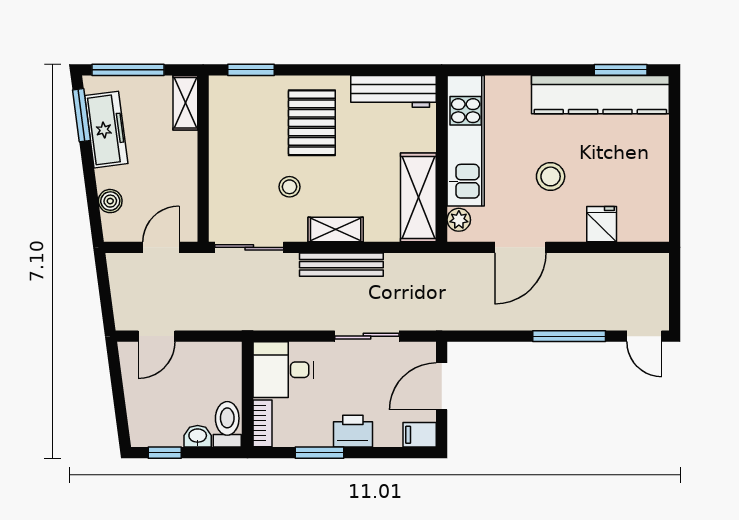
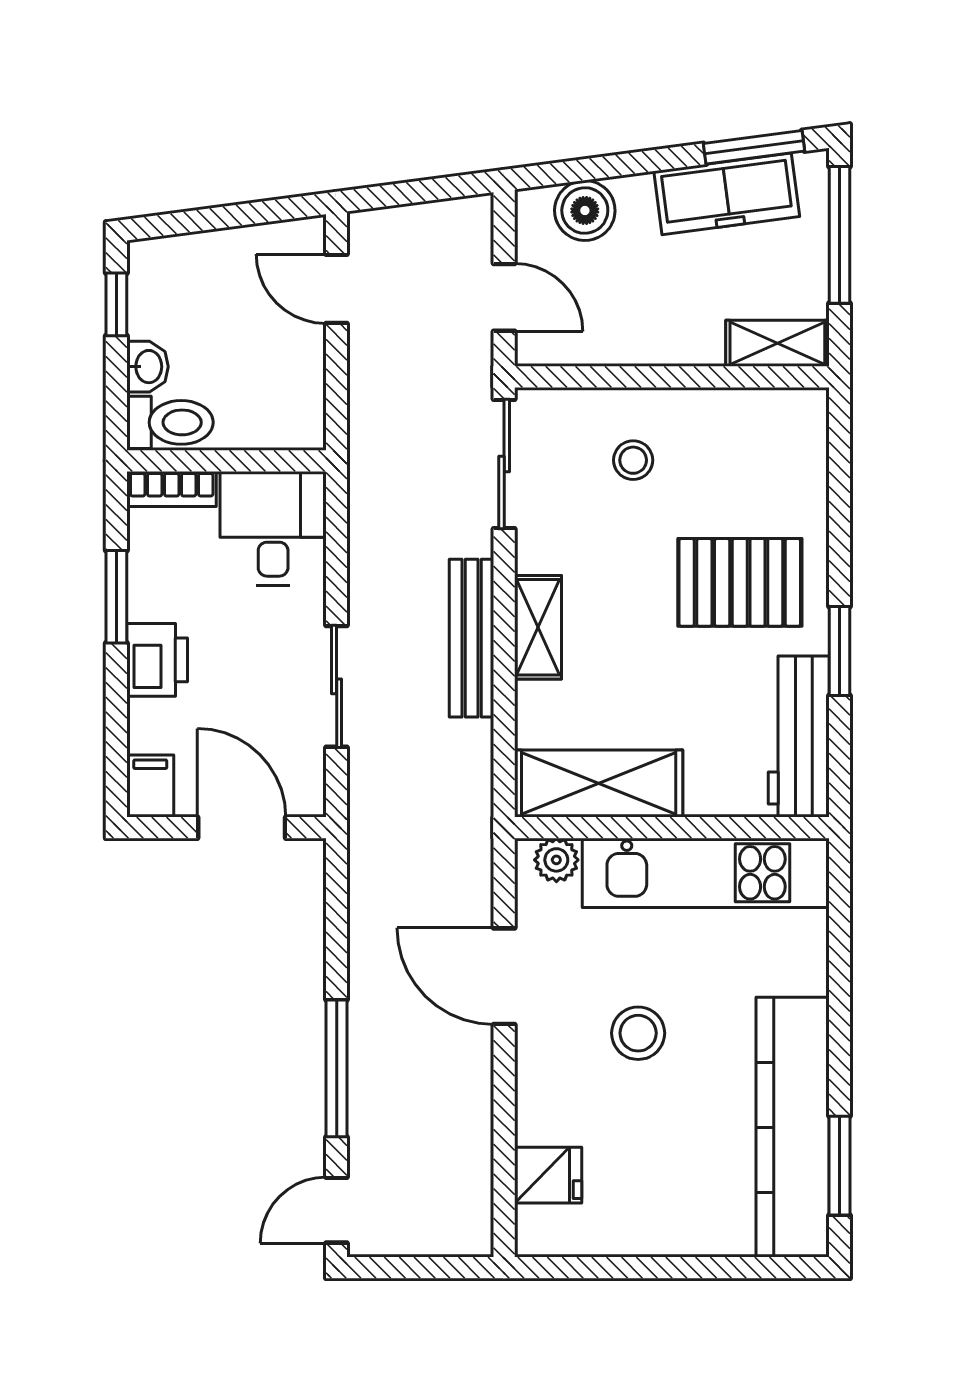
window: (251, 70) -> (839, 651), moved
stool: (289, 187) -> (633, 460), moved
boiler: (110, 201) -> (585, 210), width x1.36, depth x1.36
fridge: (602, 224) -> (548, 1175), moved

